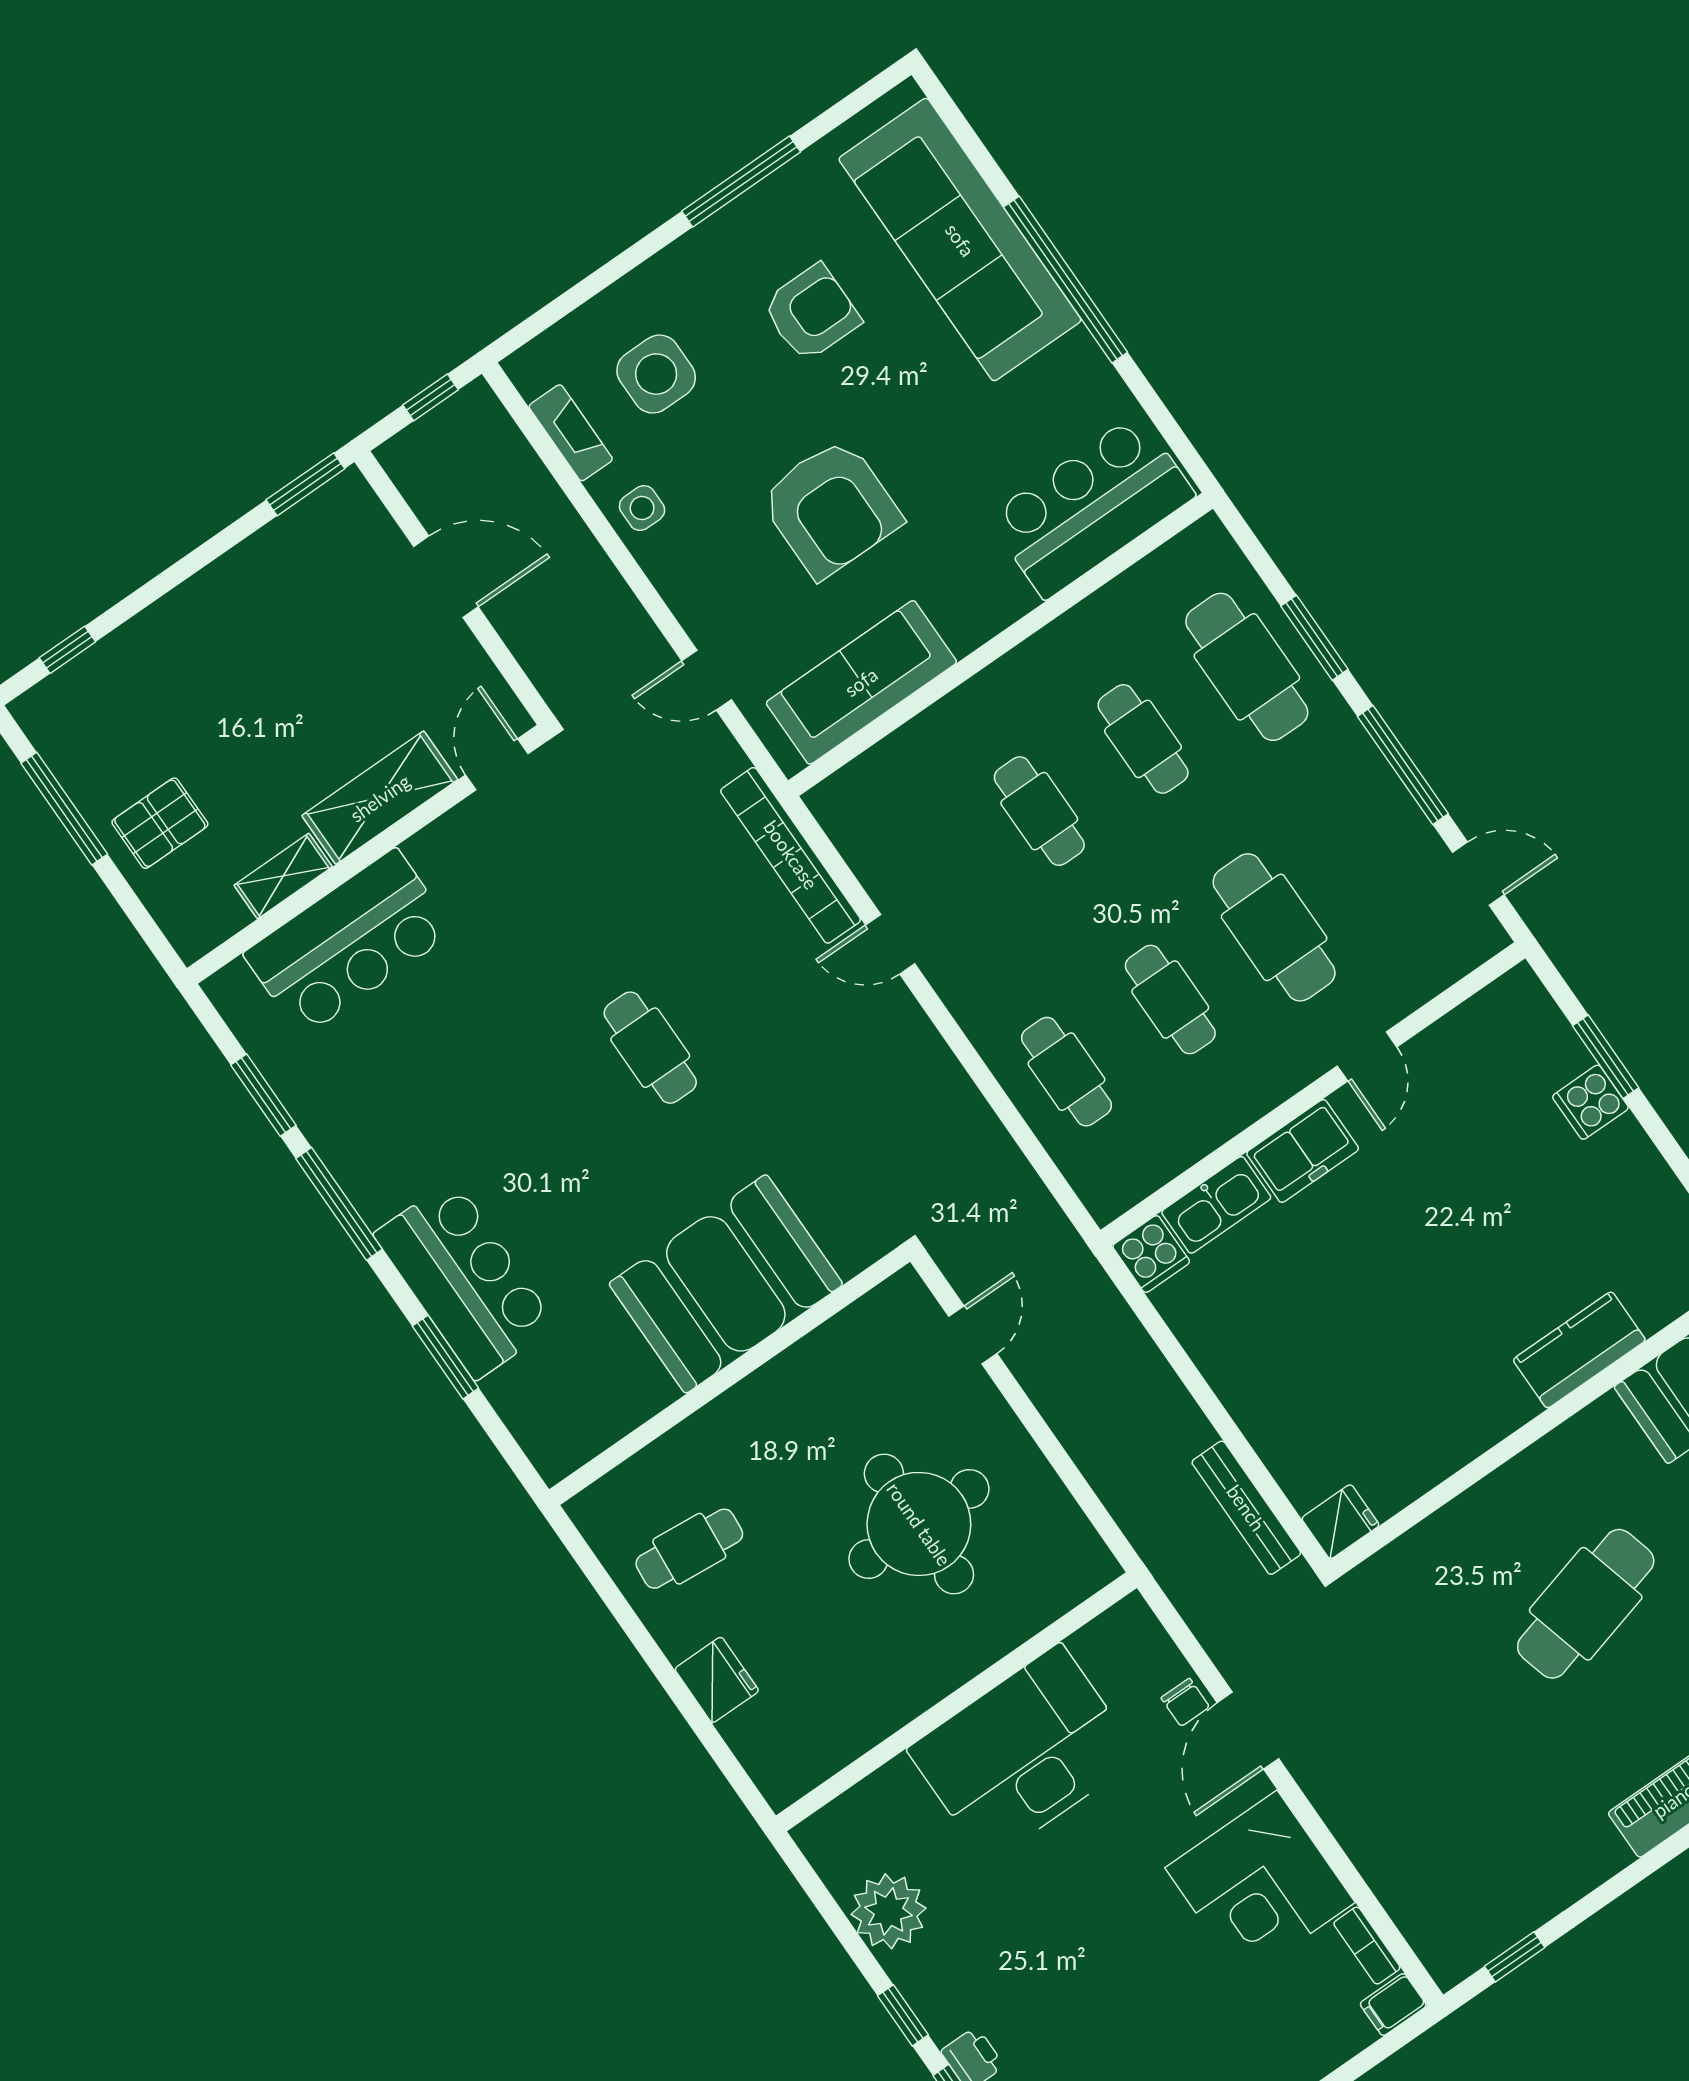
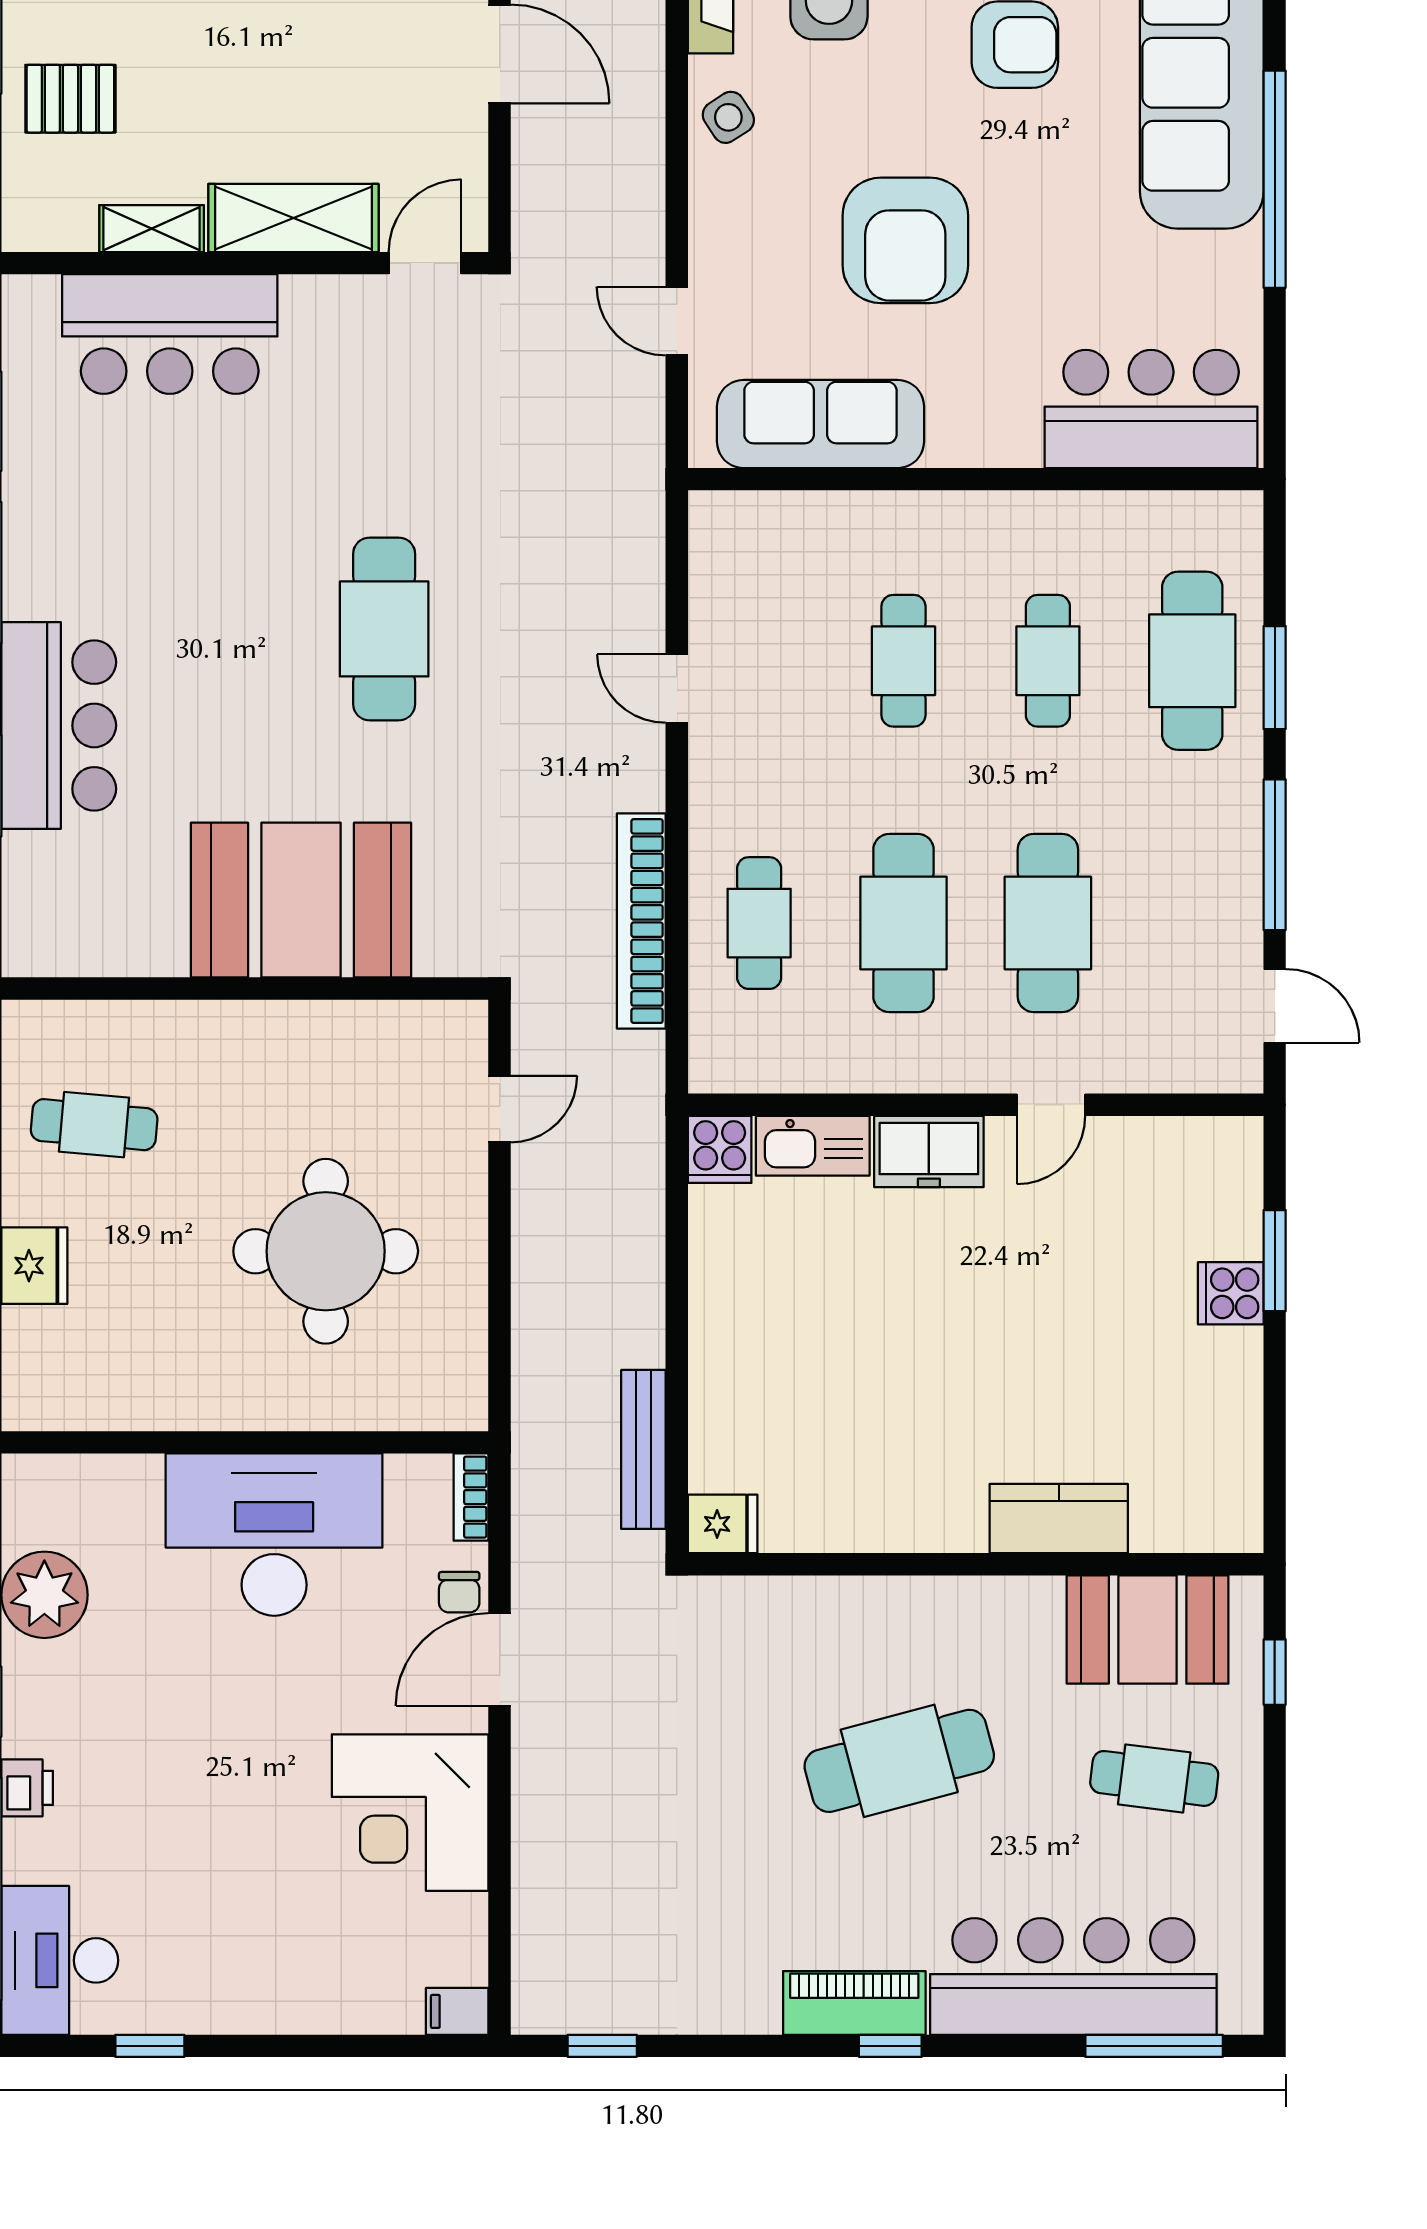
side table: (642, 508) -> (728, 117), turned -33
bookcase: (791, 855) -> (641, 921), moved
cafe table: (1170, 1000) -> (903, 923), width x1.37, depth x1.35
cafe table: (650, 1048) -> (384, 629), width x1.37, depth x1.35
bookcase: (1367, 1946) -> (471, 1497), moved

